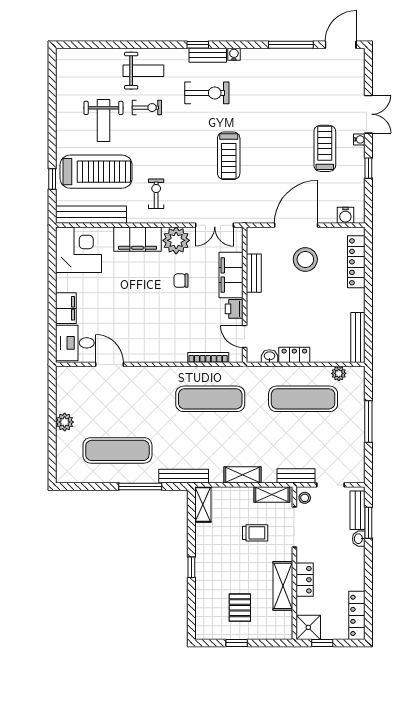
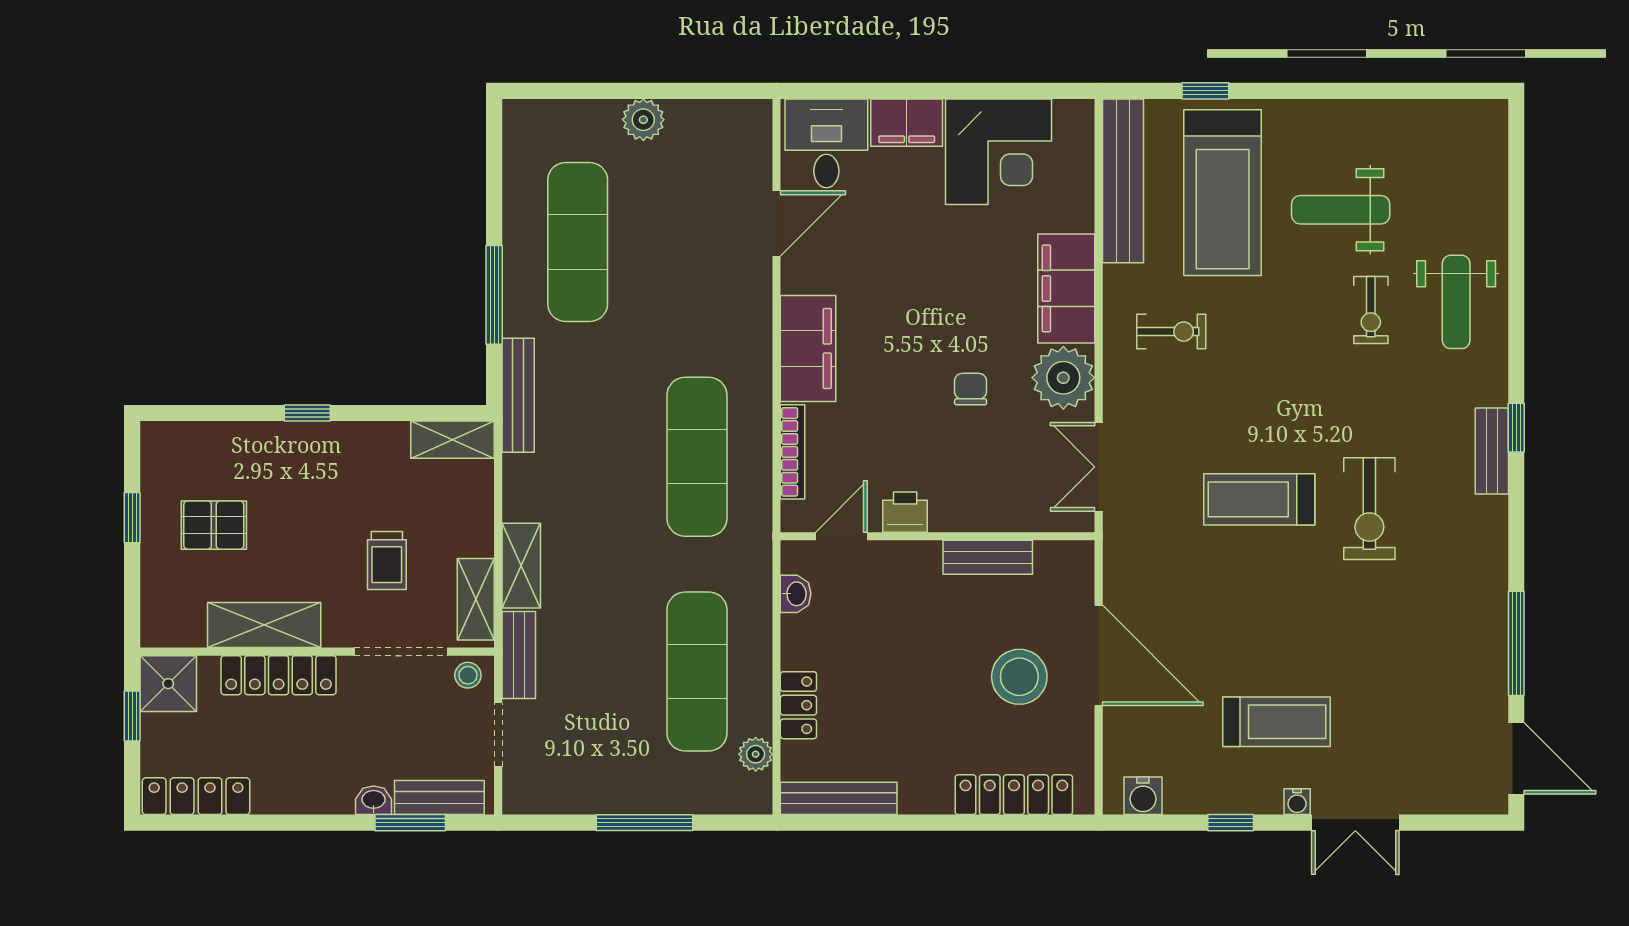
water cooler: (234, 54) -> (1494, 512), removed
exercise bike: (207, 93) -> (1369, 509), moved
water cooler: (345, 215) -> (1143, 796), moved, turned -90
corner desk: (78, 250) -> (999, 152), moved
filing cabinet: (231, 275) -> (808, 348), moved, turned 90
locker: (294, 355) -> (798, 705), moved
shelving: (243, 475) -> (521, 566), moved
locker: (305, 580) -> (279, 675), width x1.53

